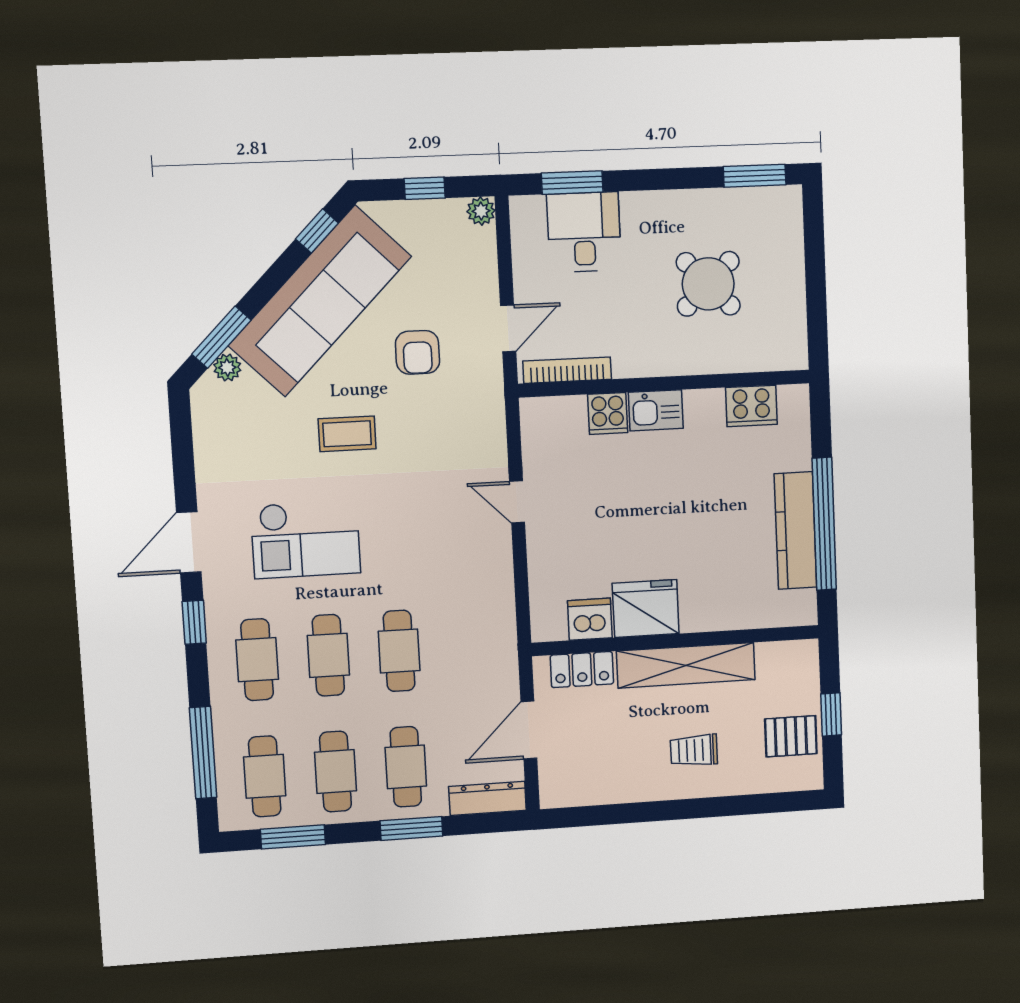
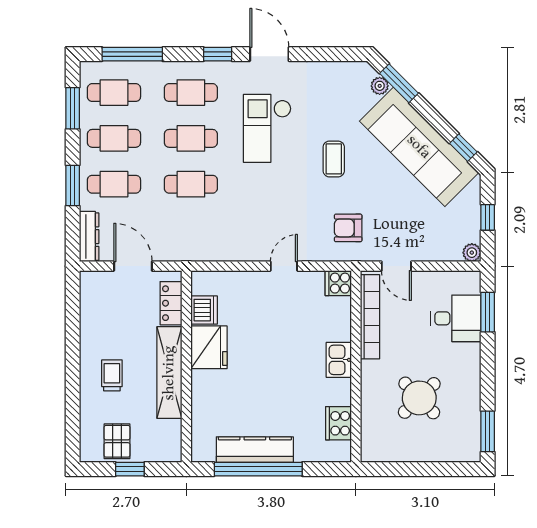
armchair: (418, 352) -> (348, 228), moved
bookcase: (567, 370) -> (370, 317), width x1.48, depth x1.31
cooker: (608, 414) -> (338, 283), moved

